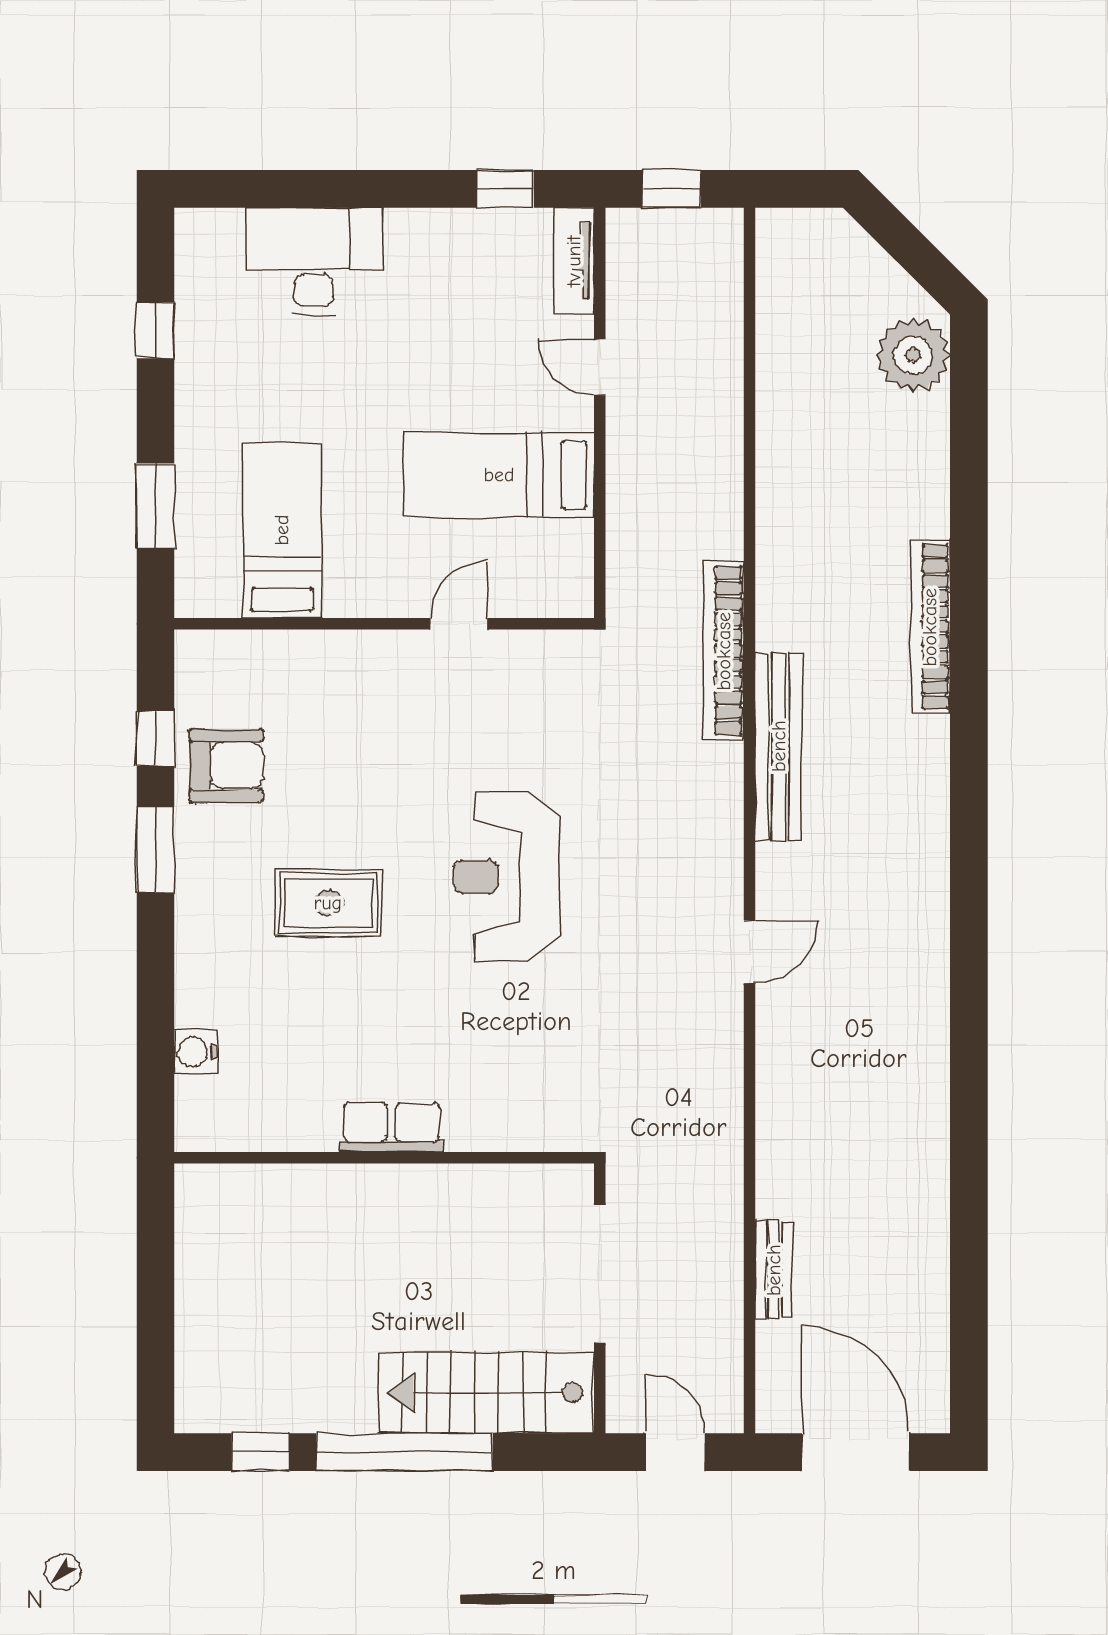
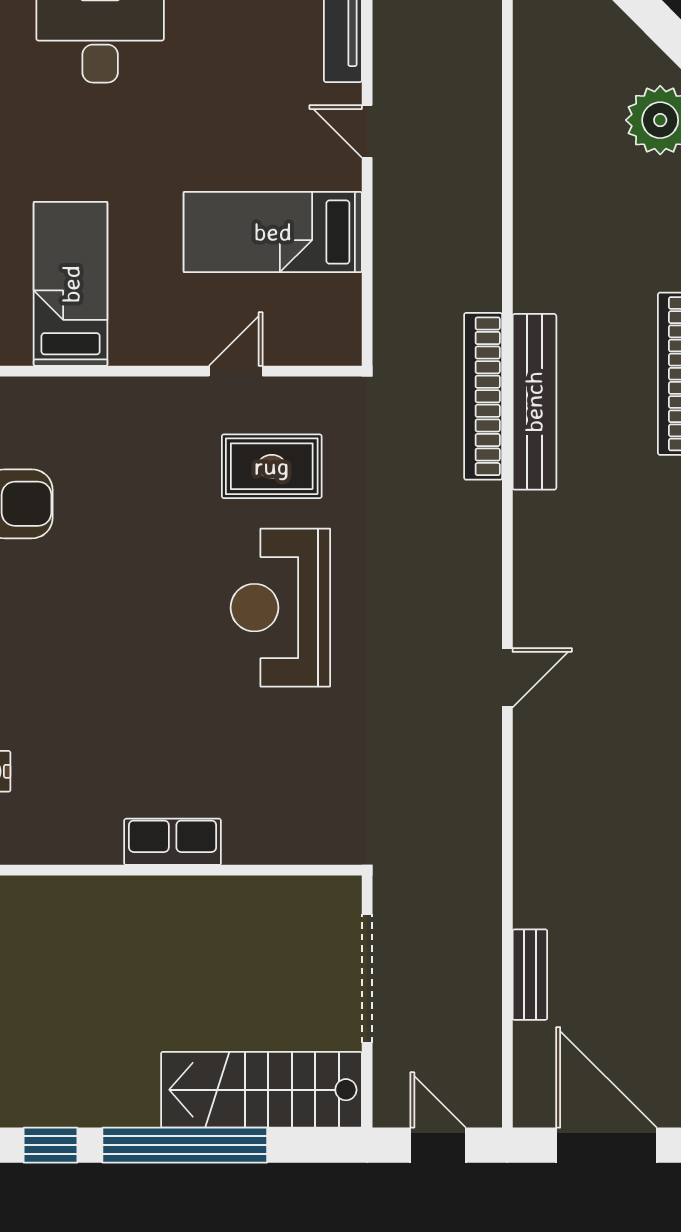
bench: (779, 746) -> (534, 402), moved
rug: (328, 903) -> (272, 466), moved

